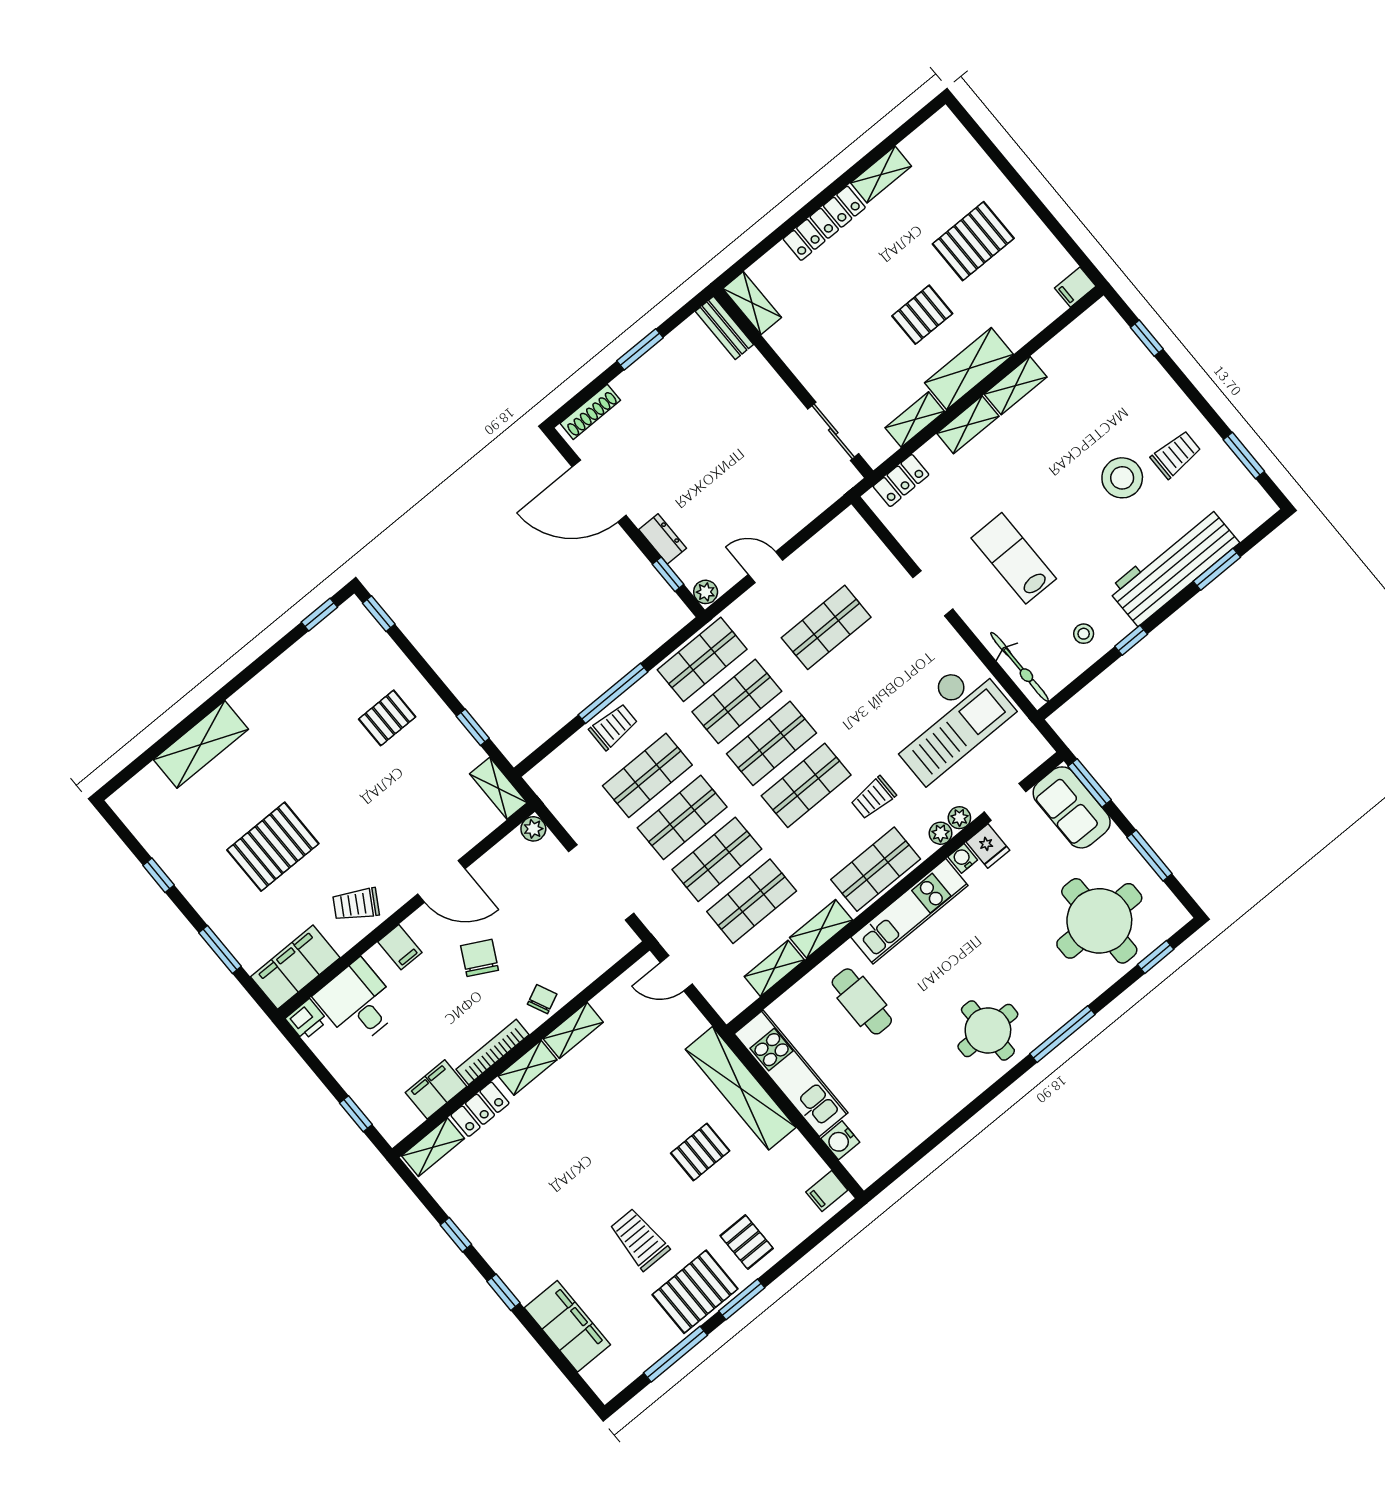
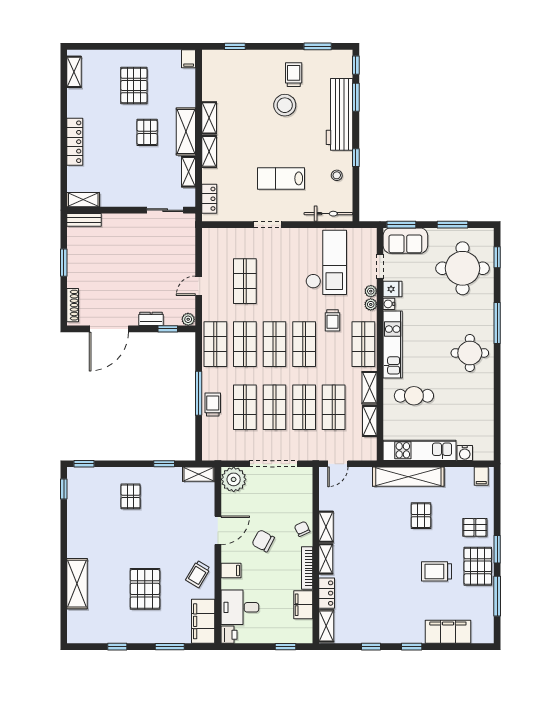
shelving: (881, 175) -> (74, 72), moved
window: (1262, 532) -> (356, 65), added
plant: (533, 829) -> (234, 479), width x1.87, depth x1.87

